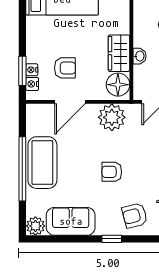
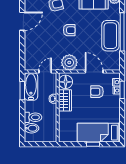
door: (70, 102) -> (94, 72), hinge flipped

